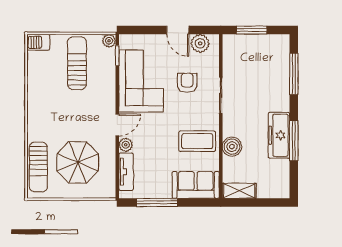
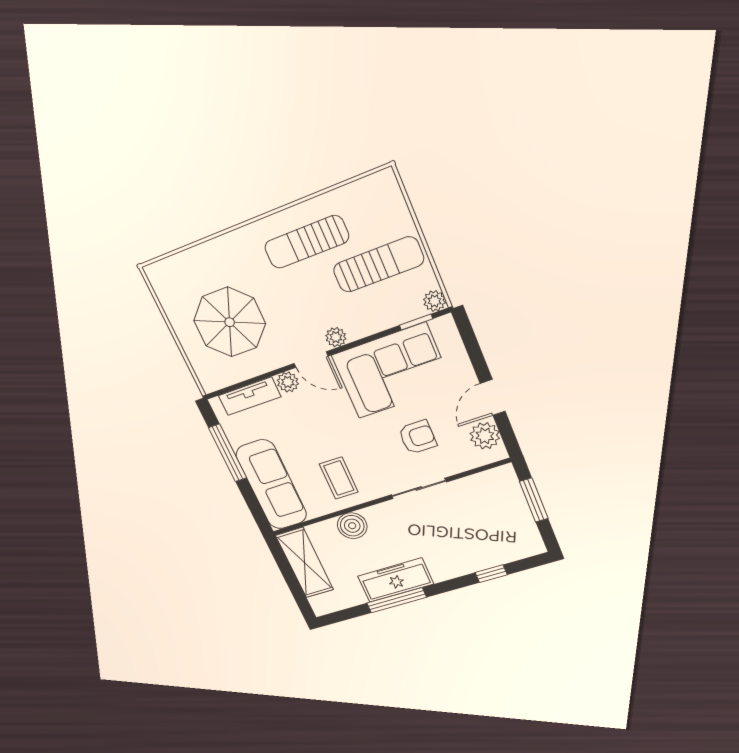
barbecue: (38, 42) -> (386, 190), removed
window: (294, 74) -> (491, 574), width x0.46
plant: (109, 105) -> (336, 337), added
coffee table: (197, 141) -> (339, 478), width x0.73, depth x0.77
sun lounger: (38, 167) -> (307, 242), moved
sofa: (196, 185) -> (271, 485), width x1.36
shelving: (239, 191) -> (305, 563), width x1.50, depth x1.33

